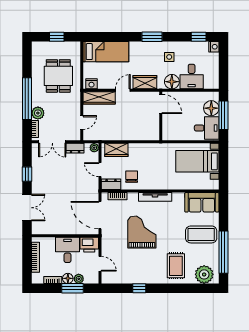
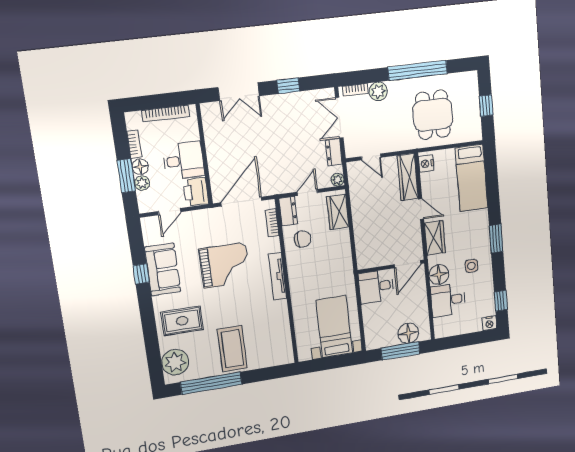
dining table: (58, 76) -> (433, 115), turned 90
window: (27, 99) -> (418, 70), moved
desk: (207, 128) -> (376, 287), moved, turned 90
sofa: (202, 202) -> (163, 270), moved, turned 180

